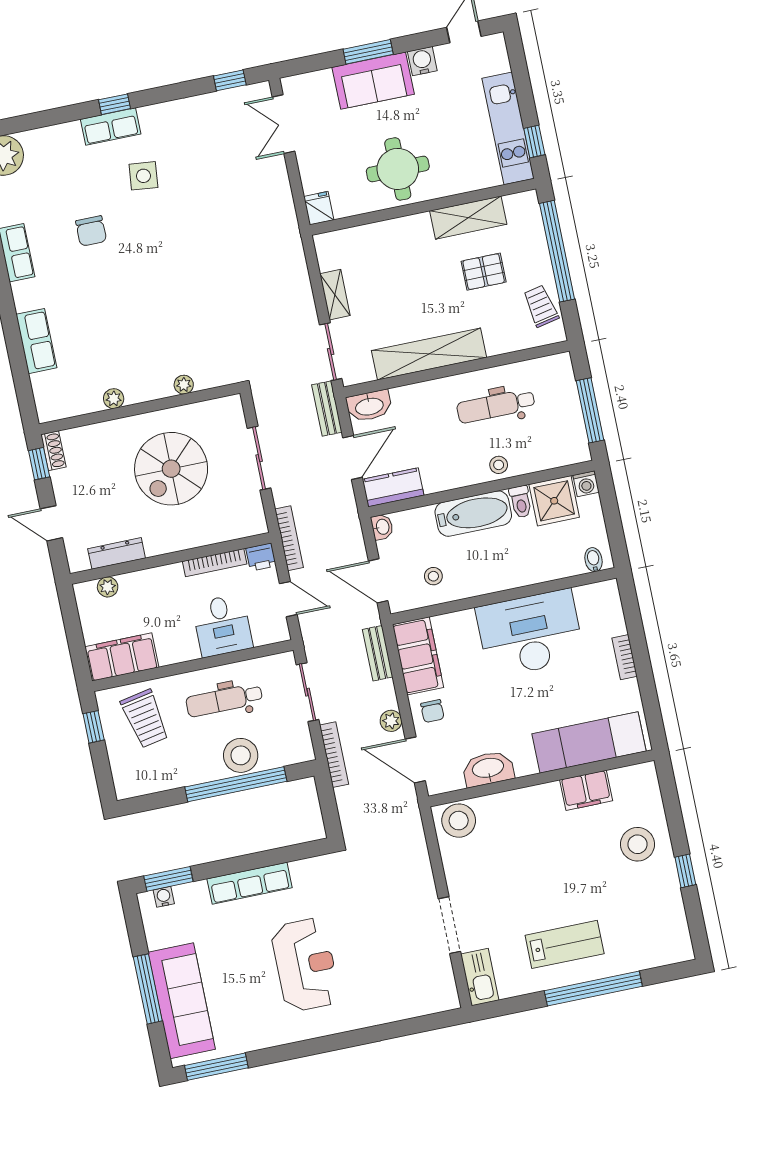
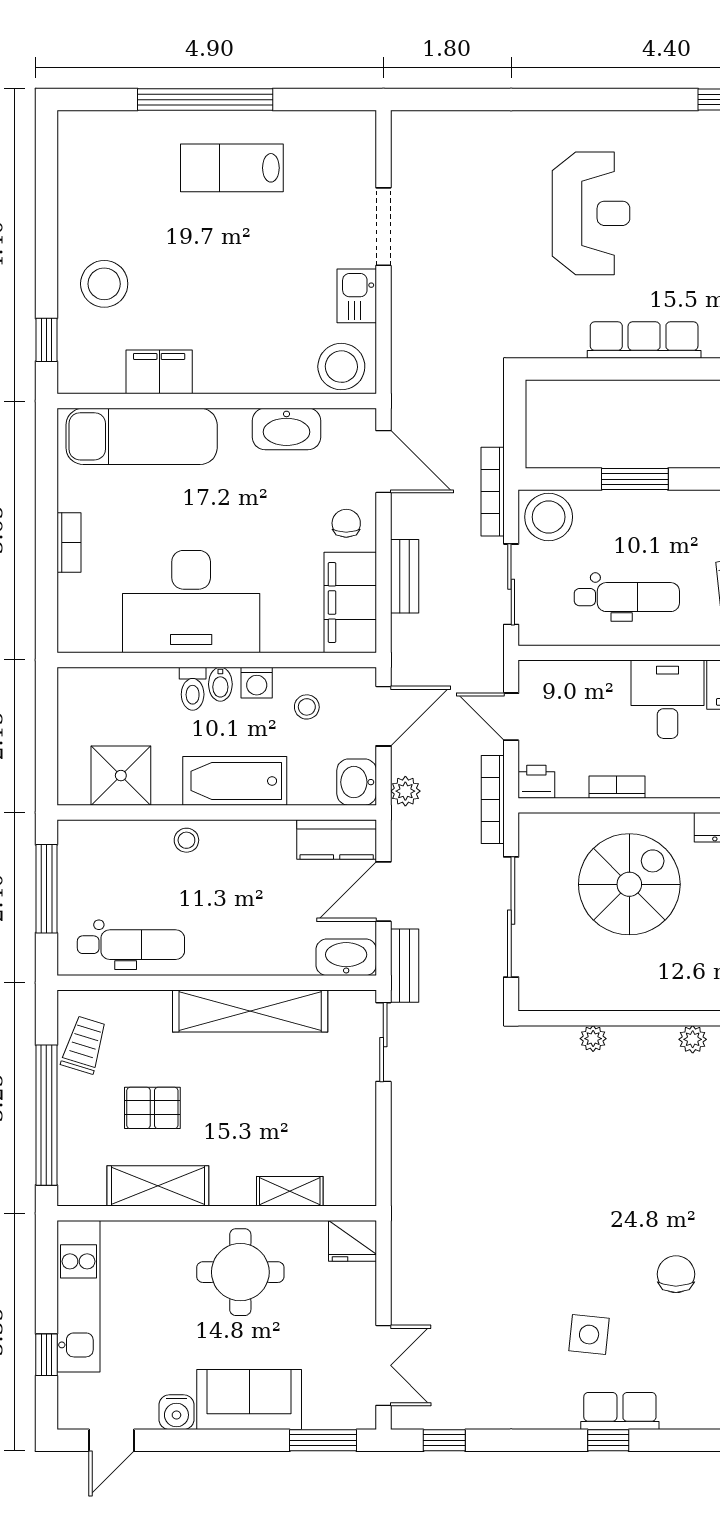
window: (368, 52) -> (323, 1440), moved
window: (534, 142) -> (46, 1355), moved
fridge: (319, 208) -> (353, 1241), width x1.38
shelving: (335, 295) -> (290, 1191), moved, turned 90
trolley: (541, 306) -> (84, 1045), turned -151
dental chair: (496, 406) -> (131, 945), moved
sliding door: (259, 458) -> (511, 917), width x1.37
spiral stairs: (171, 469) -> (629, 884), moved
washing machine: (586, 484) -> (257, 683), moved, turned 180
toilet: (521, 502) -> (193, 689), moved, turned 180
washbasin: (382, 527) -> (357, 782), width x1.38, depth x1.45
bidet: (594, 560) -> (220, 684), moved
bookcase: (215, 563) -> (617, 787), width x0.64
door: (378, 581) -> (383, 716), hinge flipped
desk: (222, 626) -> (668, 699), moved
bench: (378, 653) -> (405, 576), moved
plant: (391, 721) -> (405, 791), moved
stool: (241, 755) -> (549, 517), moved
window: (236, 784) -> (635, 479), width x0.47
window: (685, 871) -> (46, 340), moved
reception desk: (305, 965) -> (591, 213), turned 180
kitchen sink: (480, 977) -> (357, 296), moved, width x0.73

